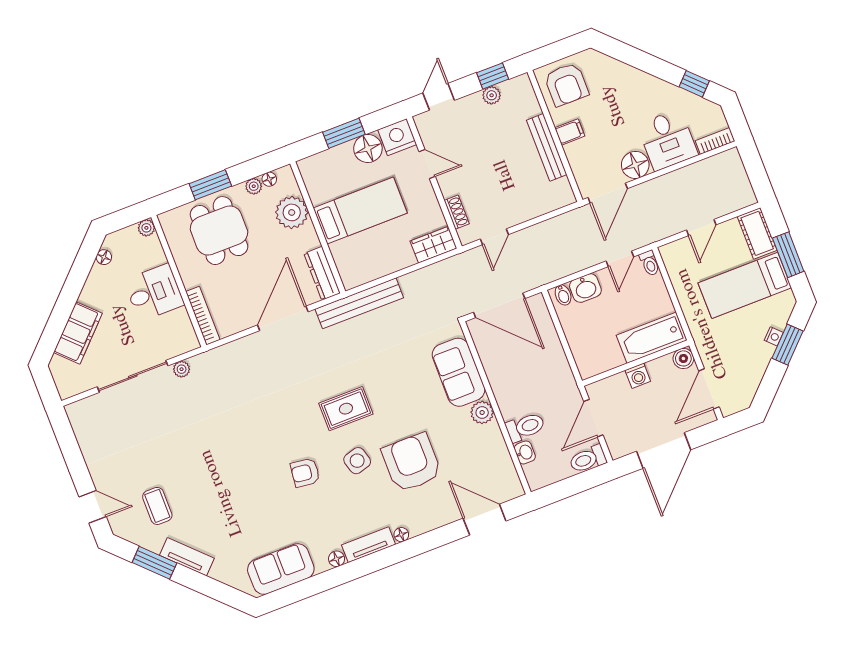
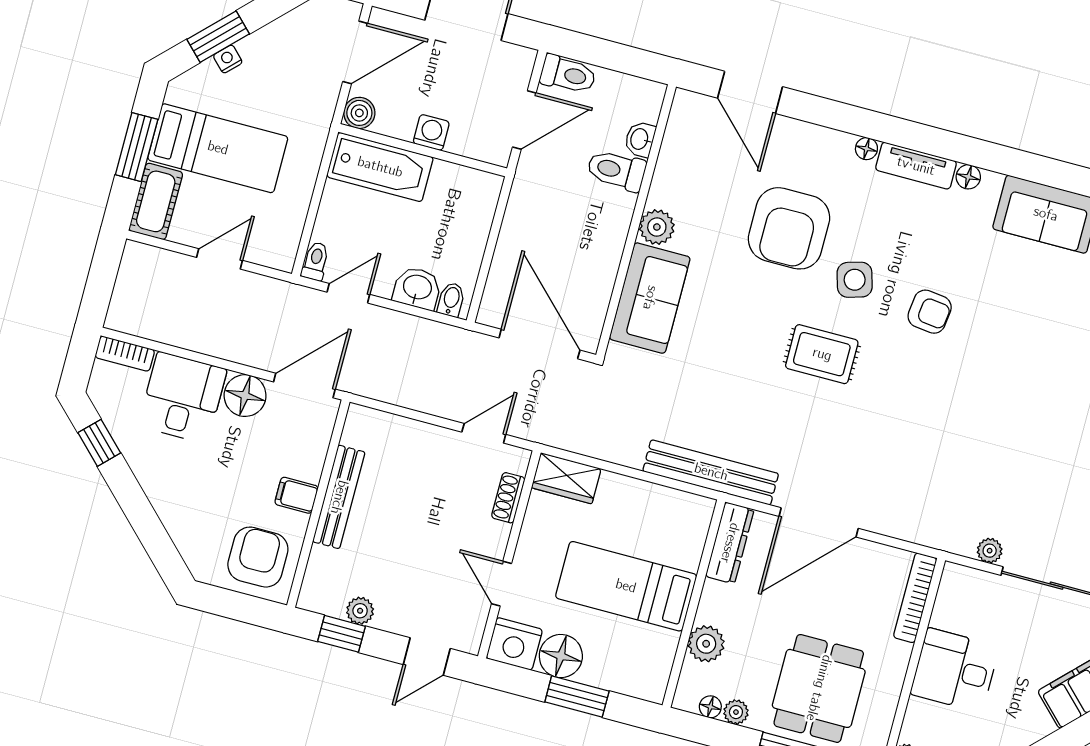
plant: (292, 212) -> (706, 644), width x0.73, depth x0.73

